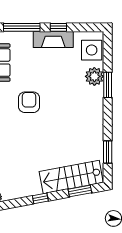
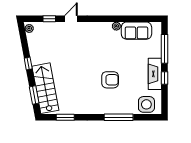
plant: (94, 76) -> (125, 107), removed
window: (108, 85) -> (119, 117), width x1.44
armchair: (29, 102) -> (110, 80), moved

